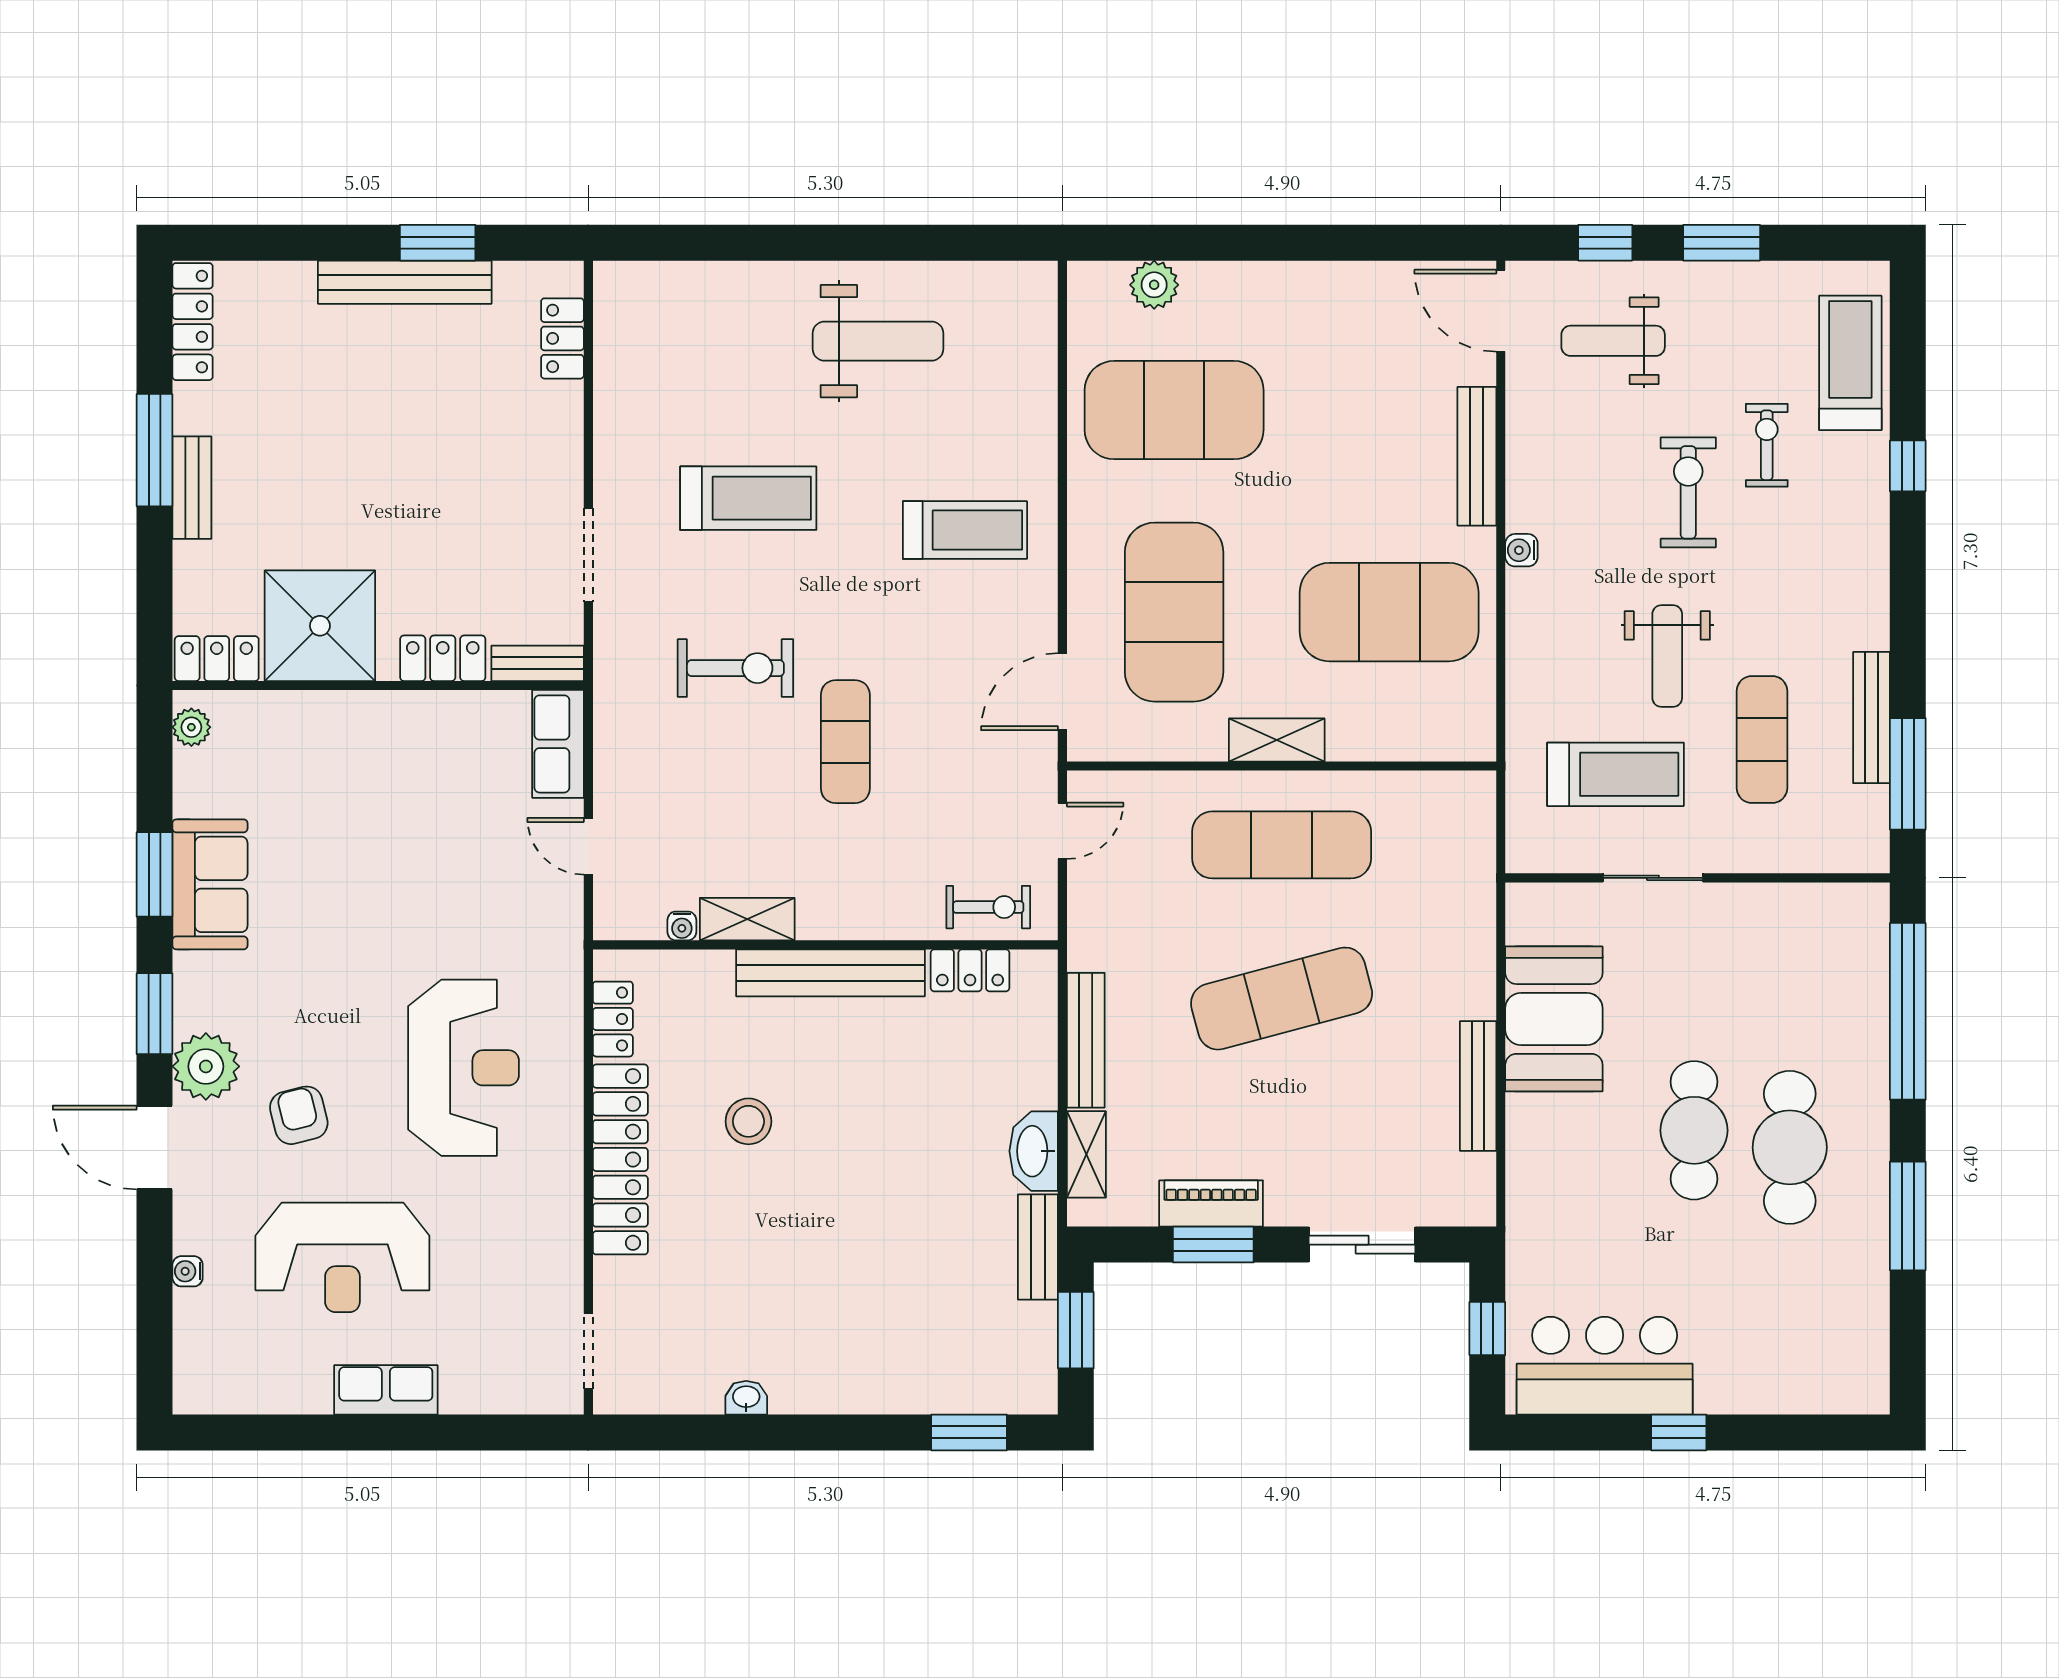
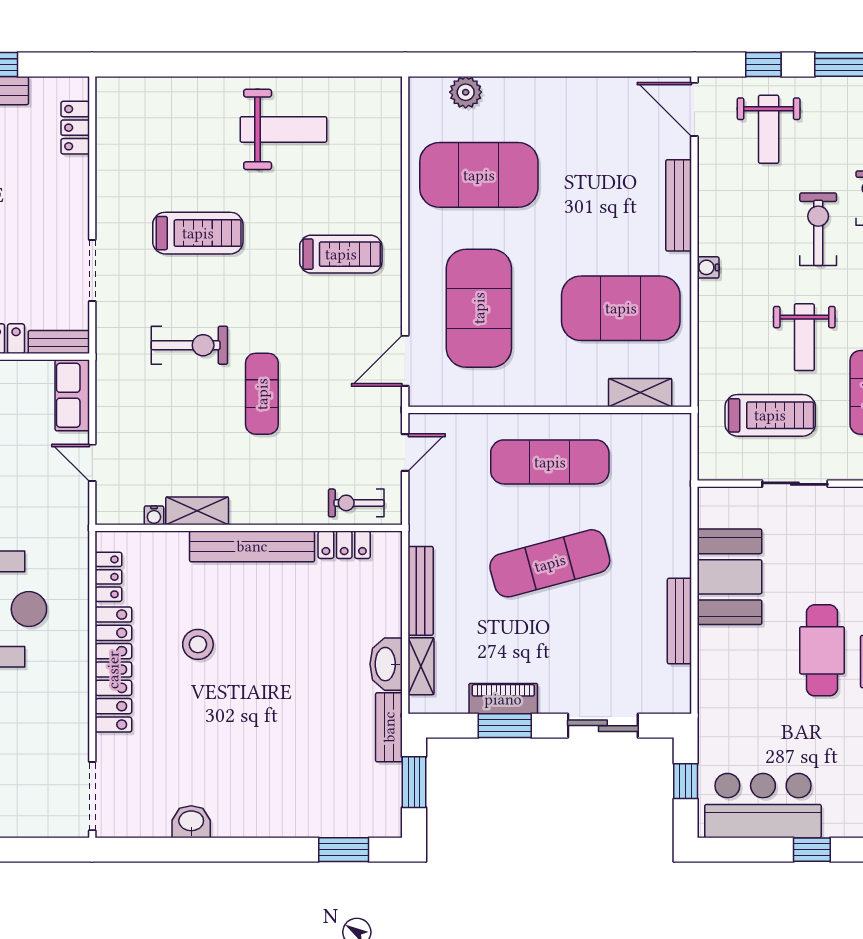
weight bench: (1613, 341) -> (769, 129), turned -90
shelving: (1277, 740) -> (640, 393), moved
exercise bike: (988, 907) -> (356, 503), turned 180
doorway: (588, 1351) -> (92, 796), width x1.38
washbasin: (746, 1398) -> (191, 822), width x1.38, depth x1.45

